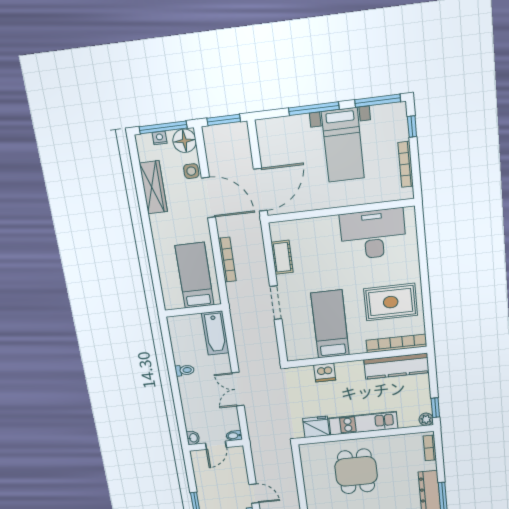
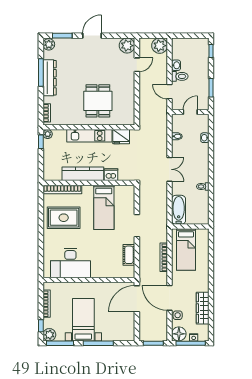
plant: (397, 113) -> (49, 335), added
kitchen counter: (396, 366) -> (83, 174), moved
door: (216, 445) -> (190, 112), moved
wall: (216, 445) -> (190, 112), moved

